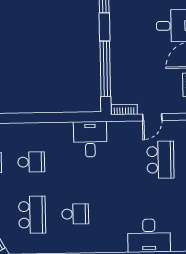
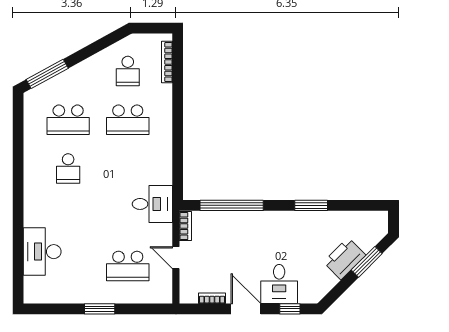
desk: (90, 139) -> (152, 204), moved
school desk: (31, 162) -> (128, 120), width x1.85

